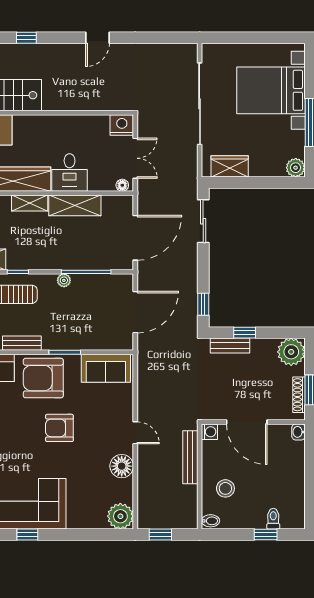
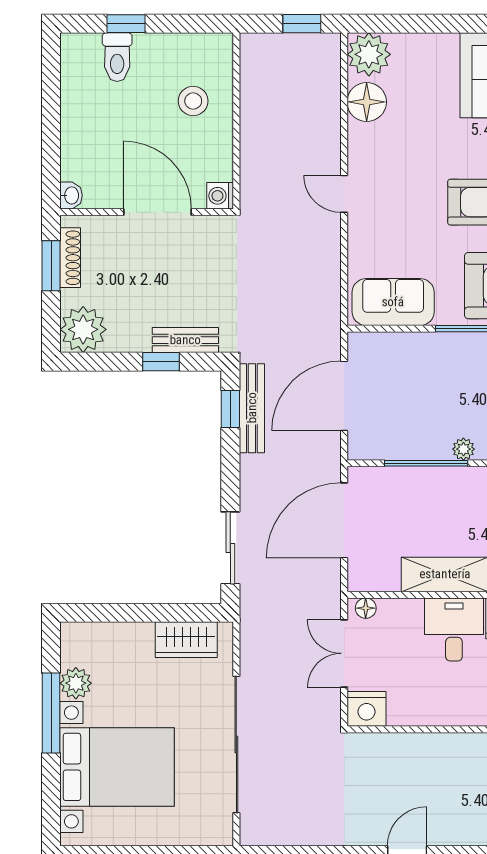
plant: (296, 168) -> (76, 683), moved
bench: (190, 457) -> (252, 408), moved
floor lamp: (122, 466) -> (367, 102), moved
toilet: (273, 519) -> (117, 57), width x1.37, depth x1.39
bidet: (210, 521) -> (218, 47), removed

